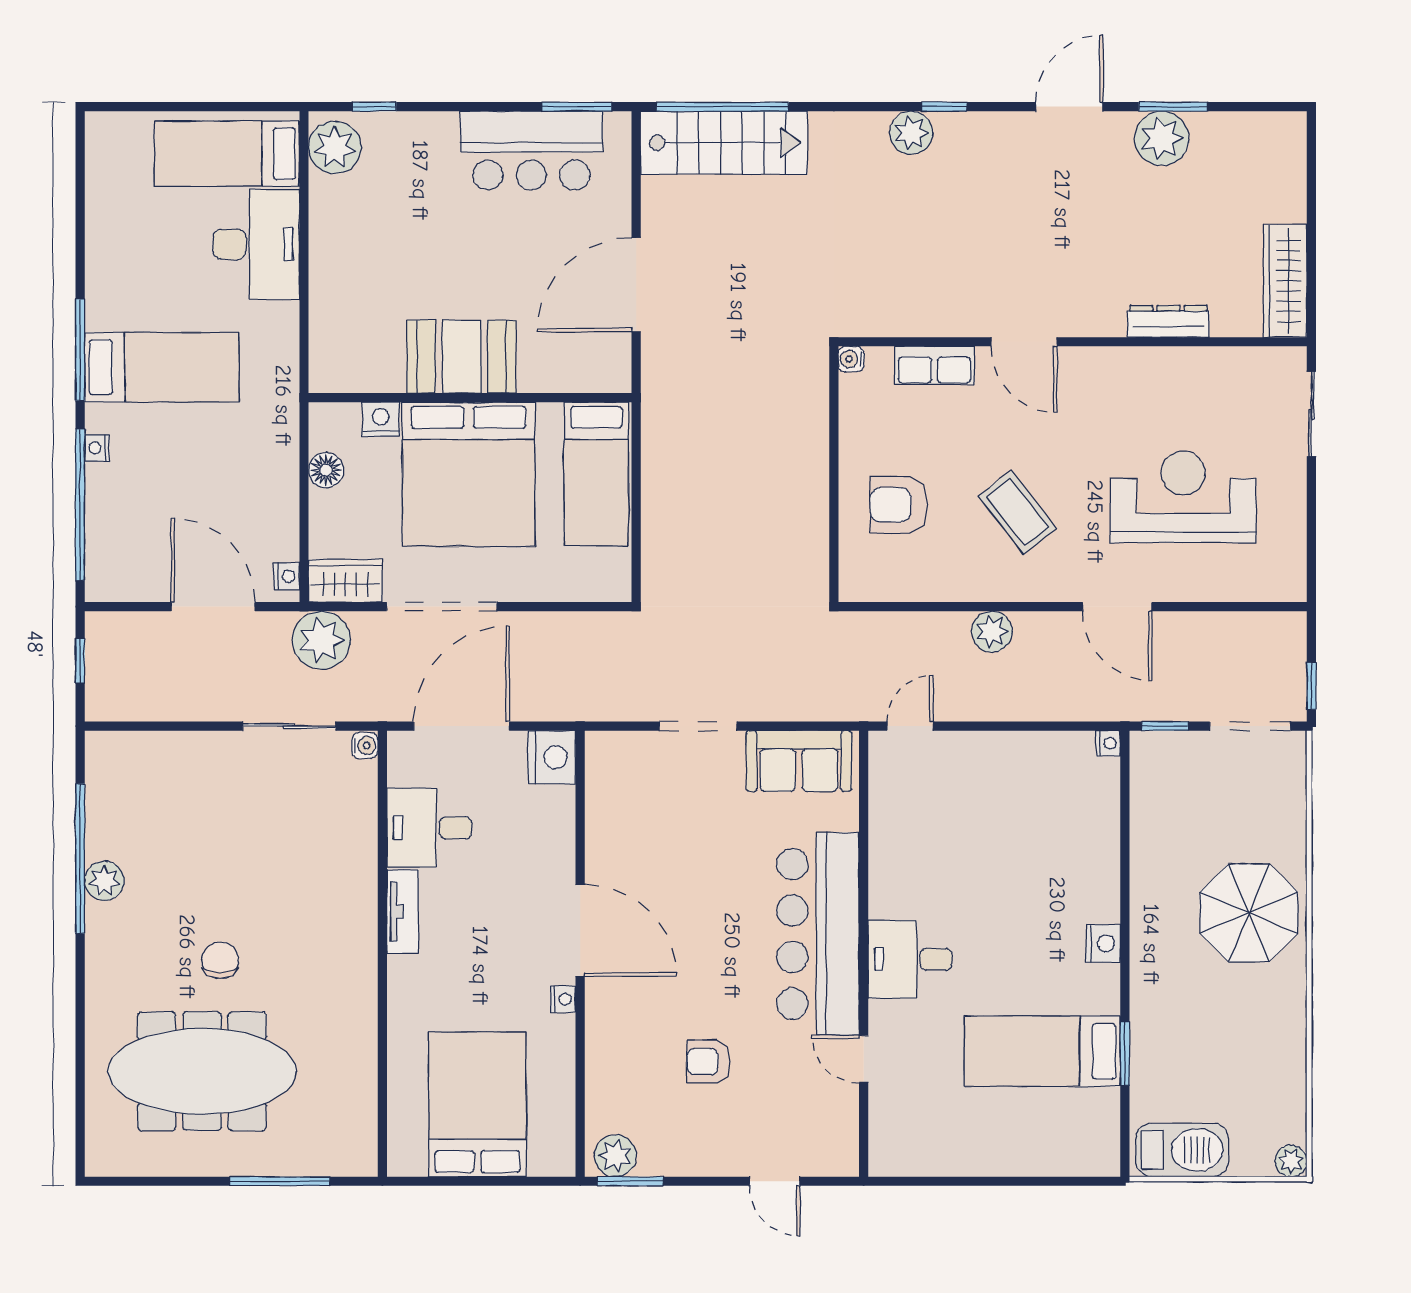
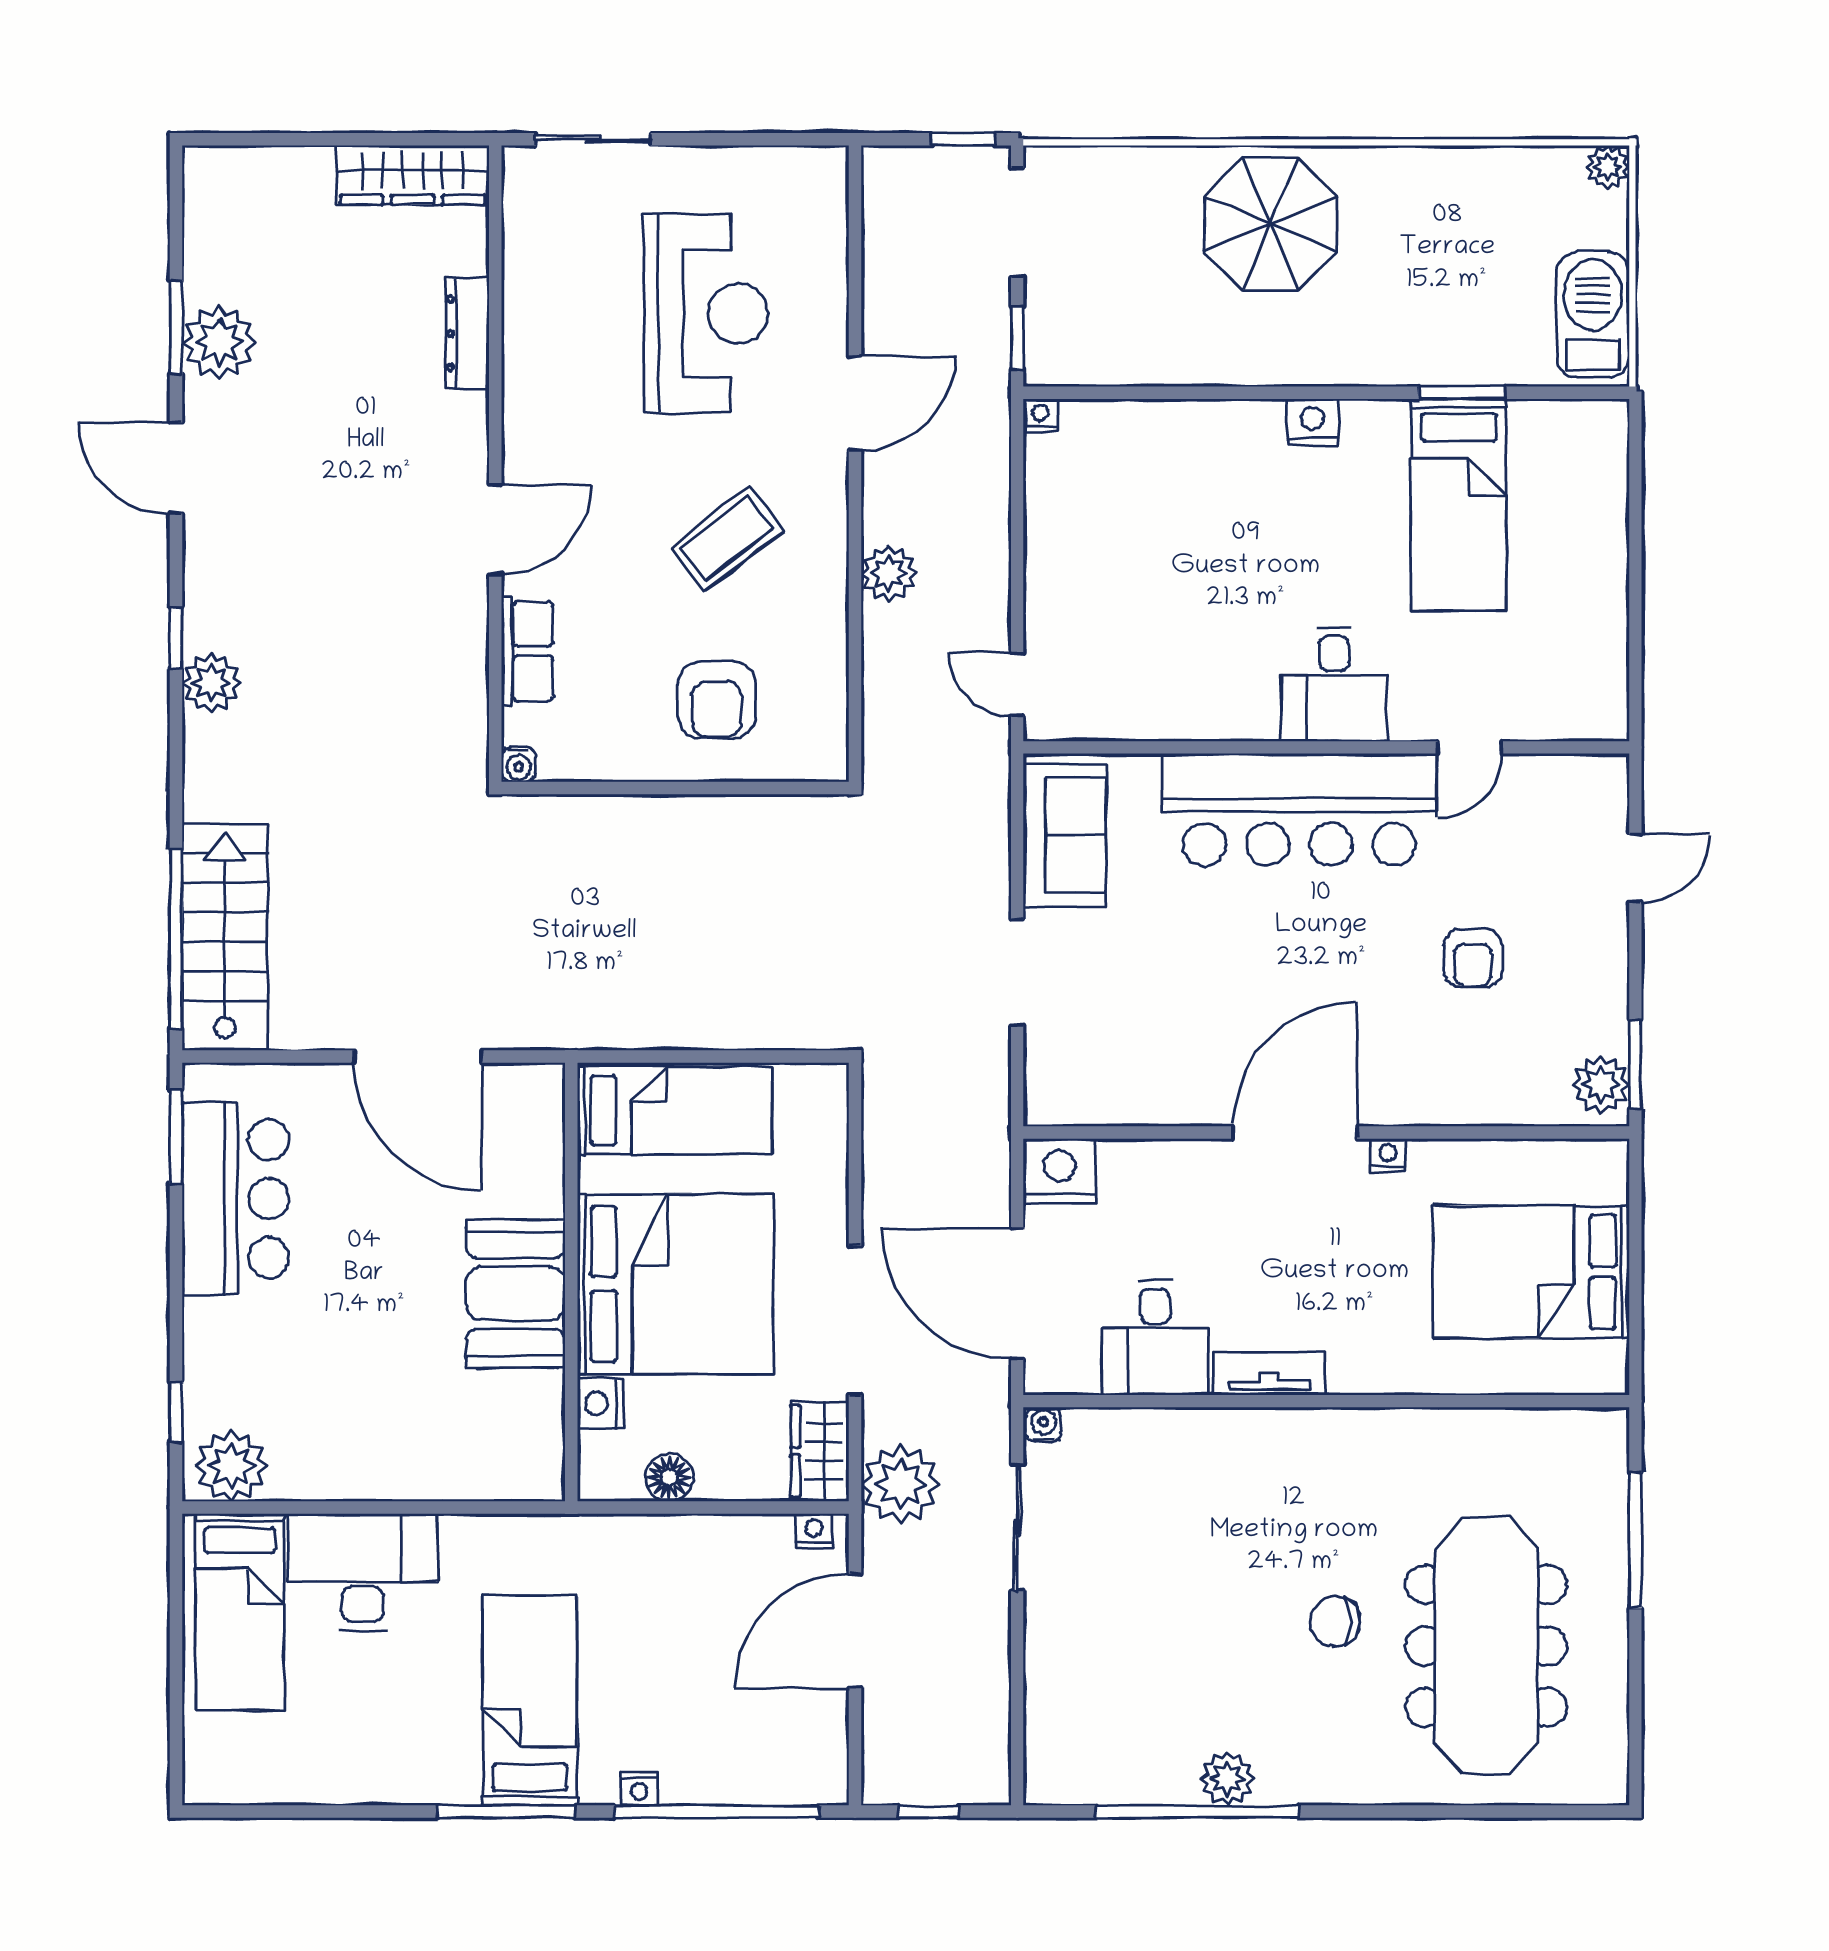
reception desk: (1183, 497) -> (706, 313), turned 180

